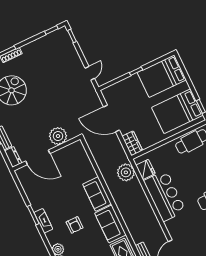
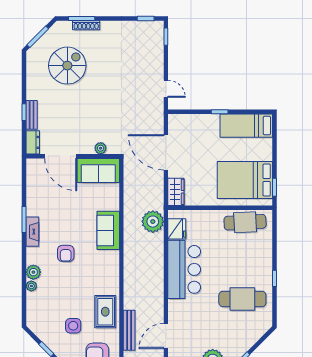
door: (90, 73) -> (166, 89), hinge flipped
bed: (162, 76) -> (246, 126), width x0.67
plant: (58, 136) -> (101, 148), width x0.53, depth x0.53
sofa: (110, 224) -> (98, 170), moved, turned -90

